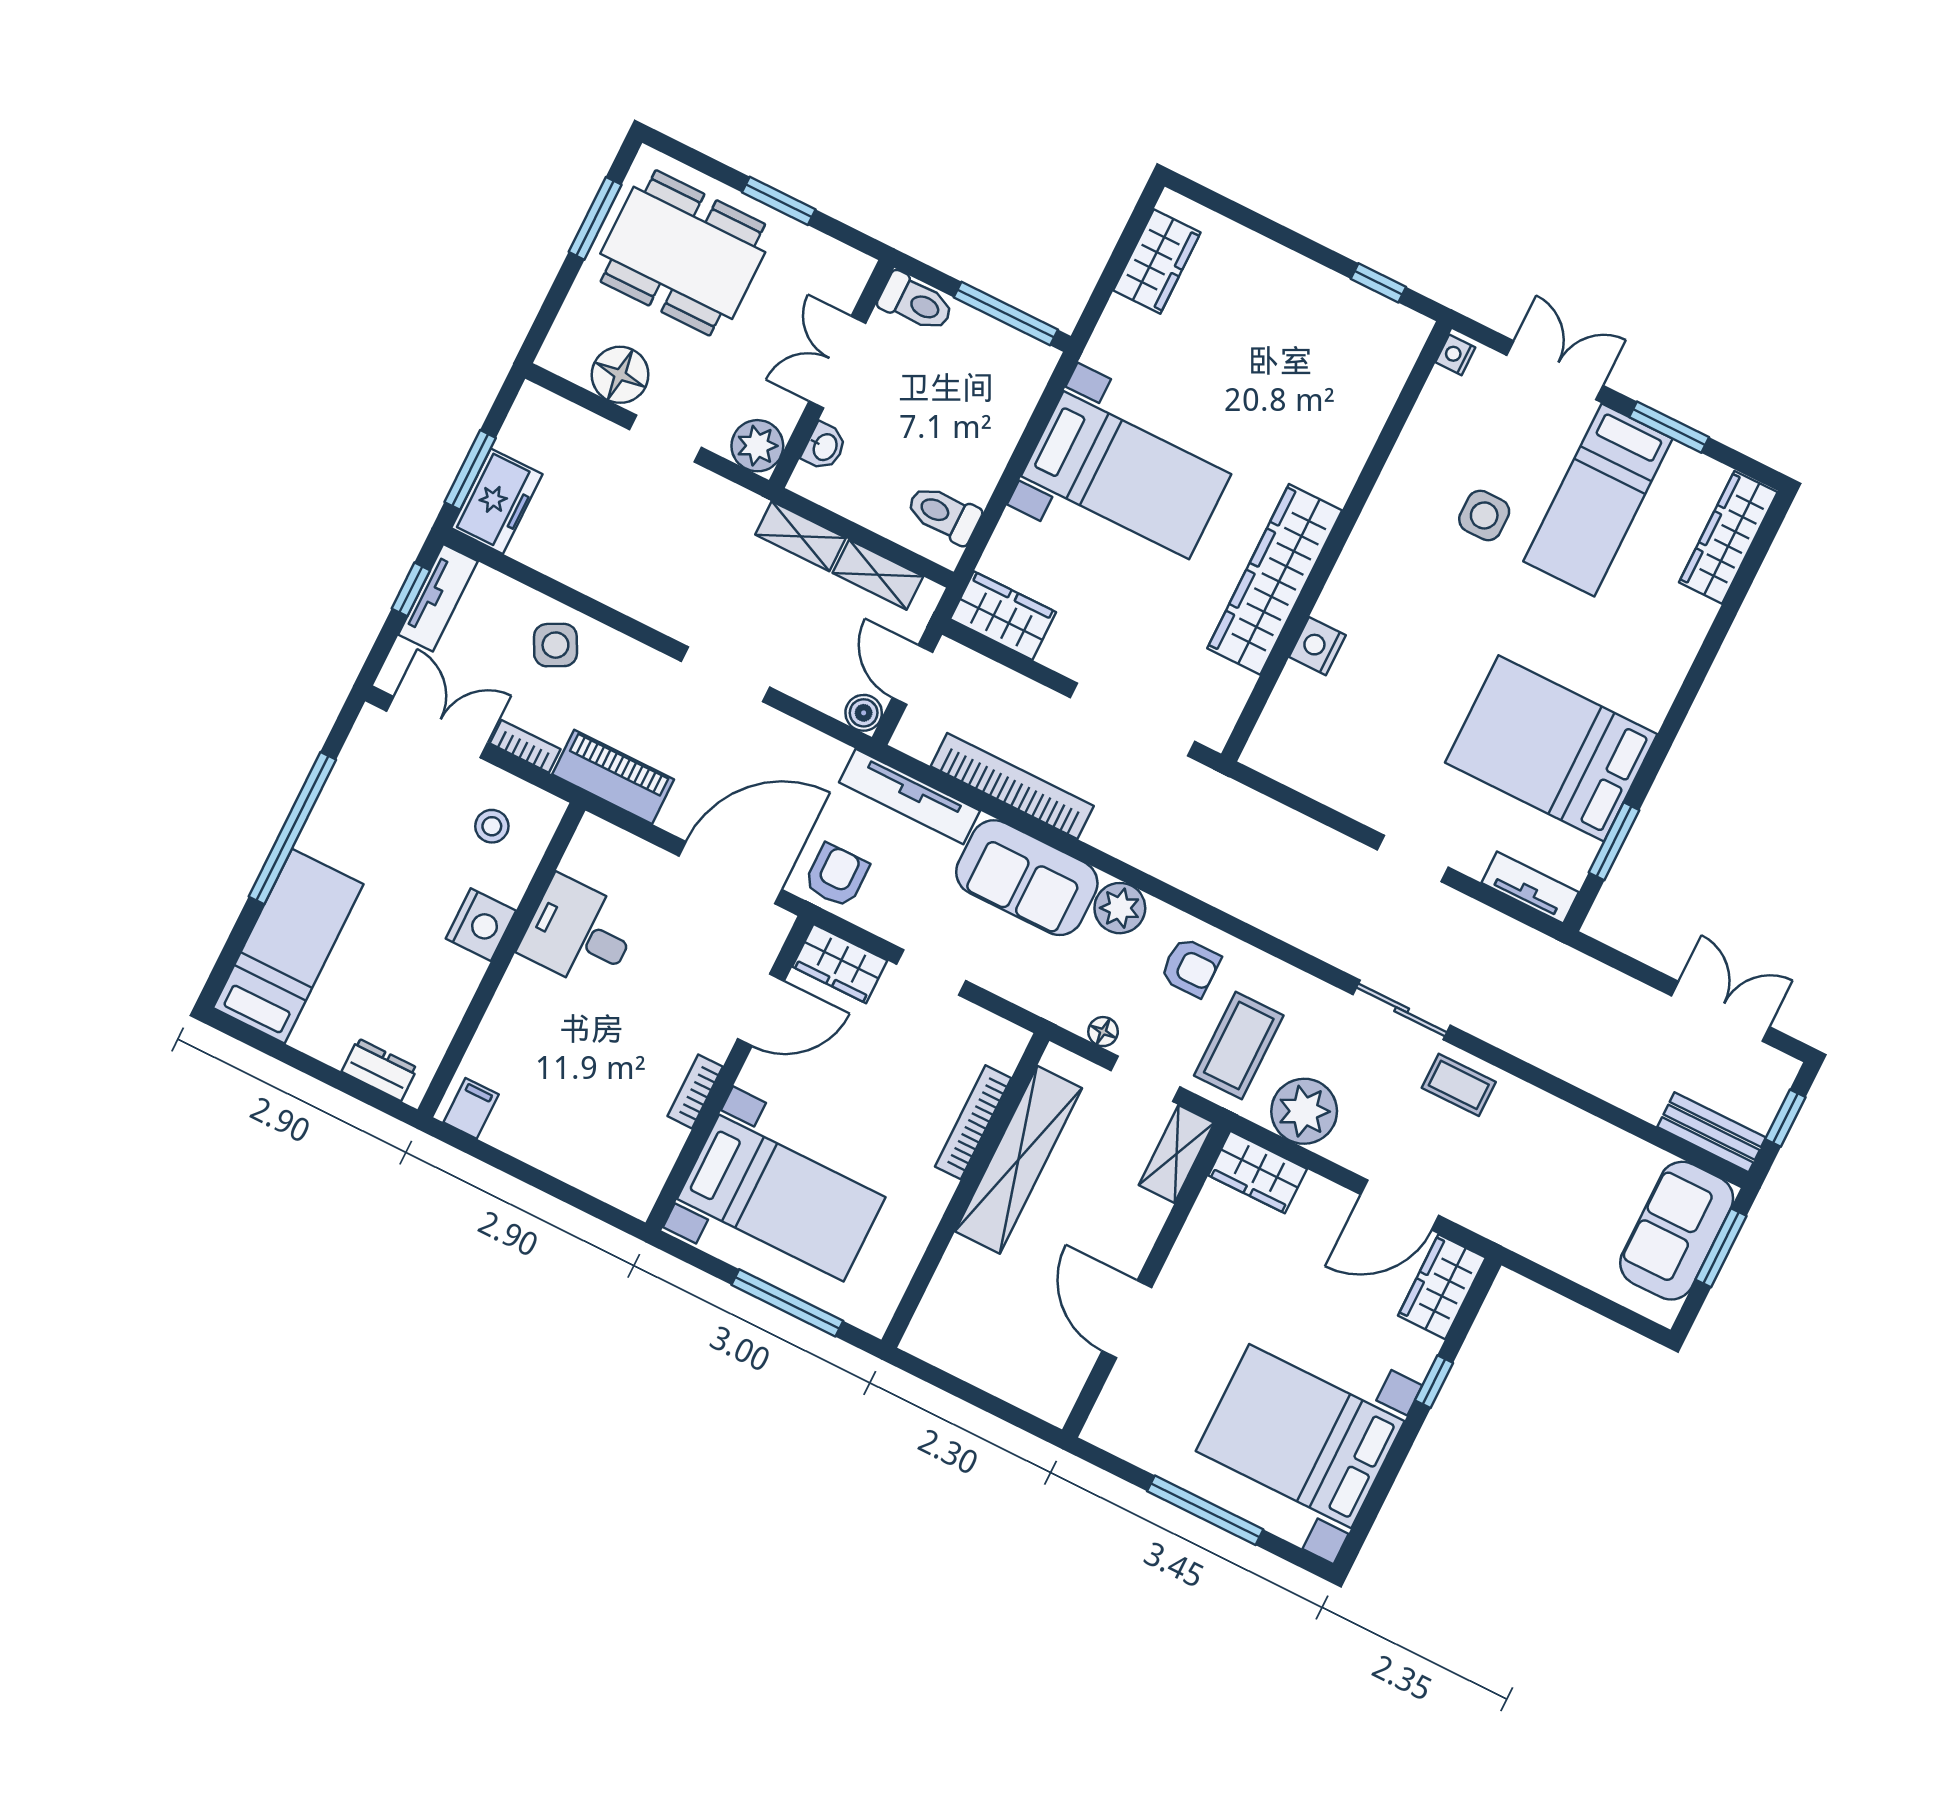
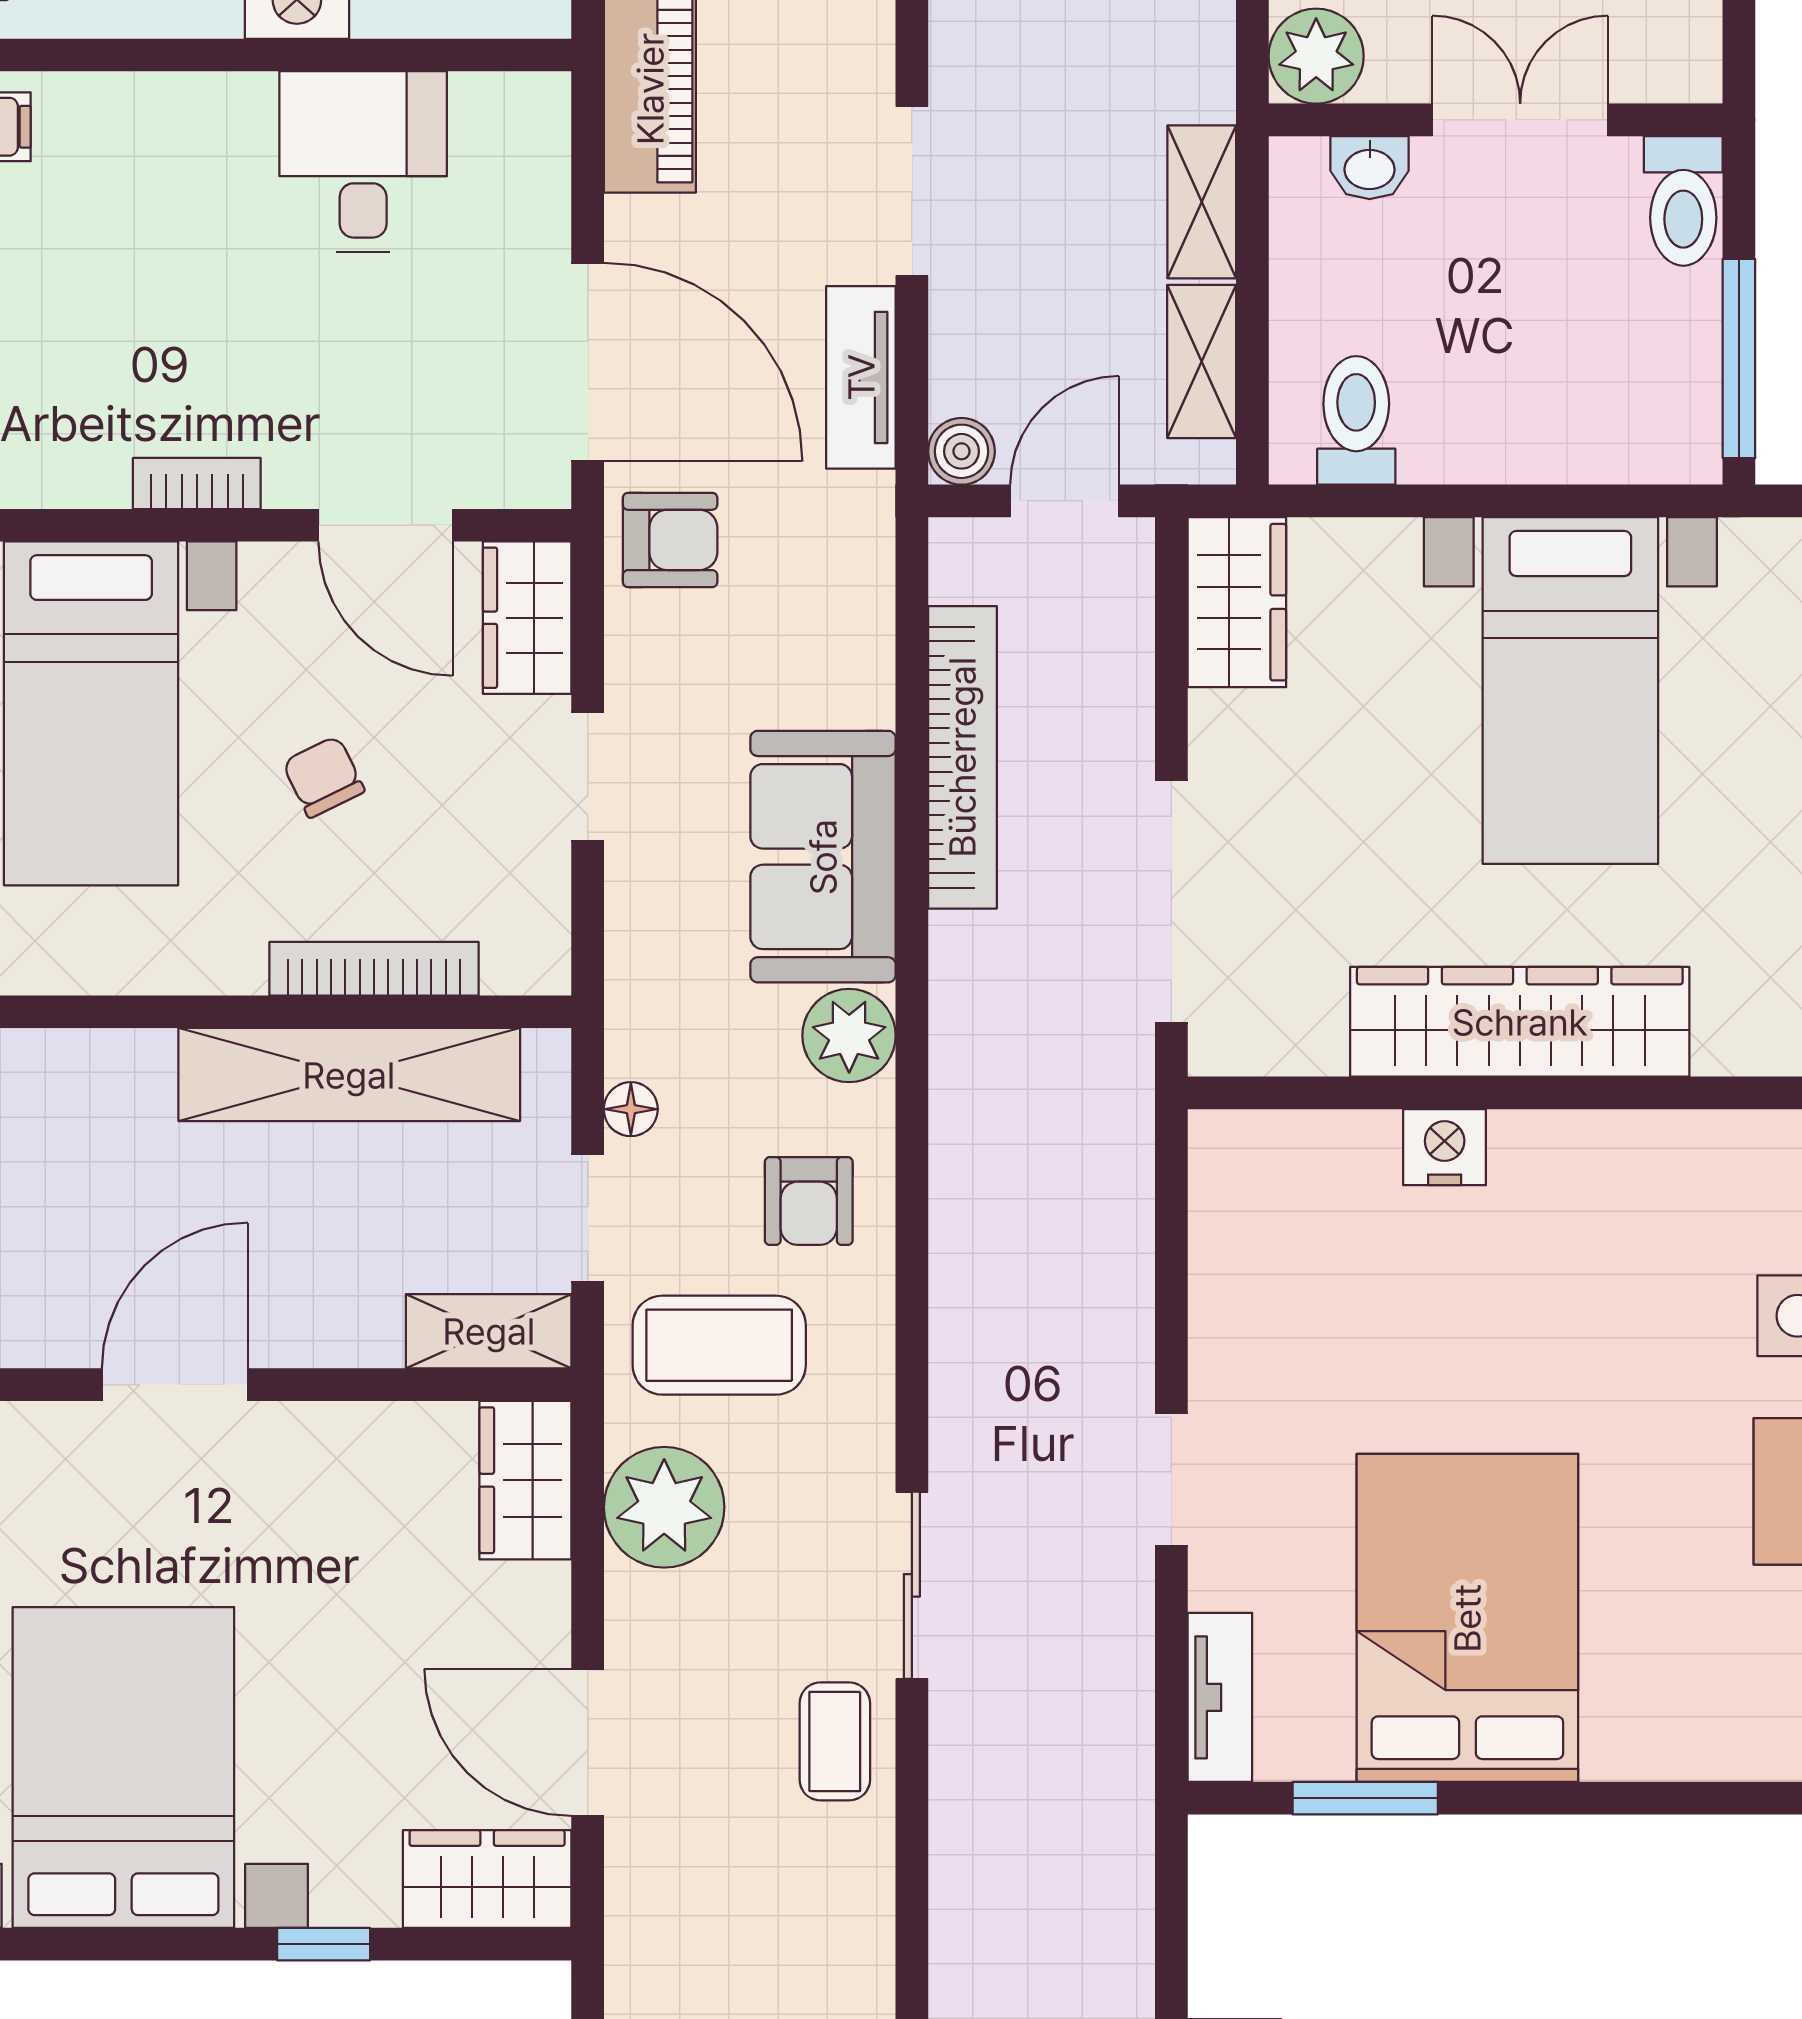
tv unit: (910, 796) -> (861, 377), moved, width x0.71
chair: (868, 1101) -> (323, 777), added

